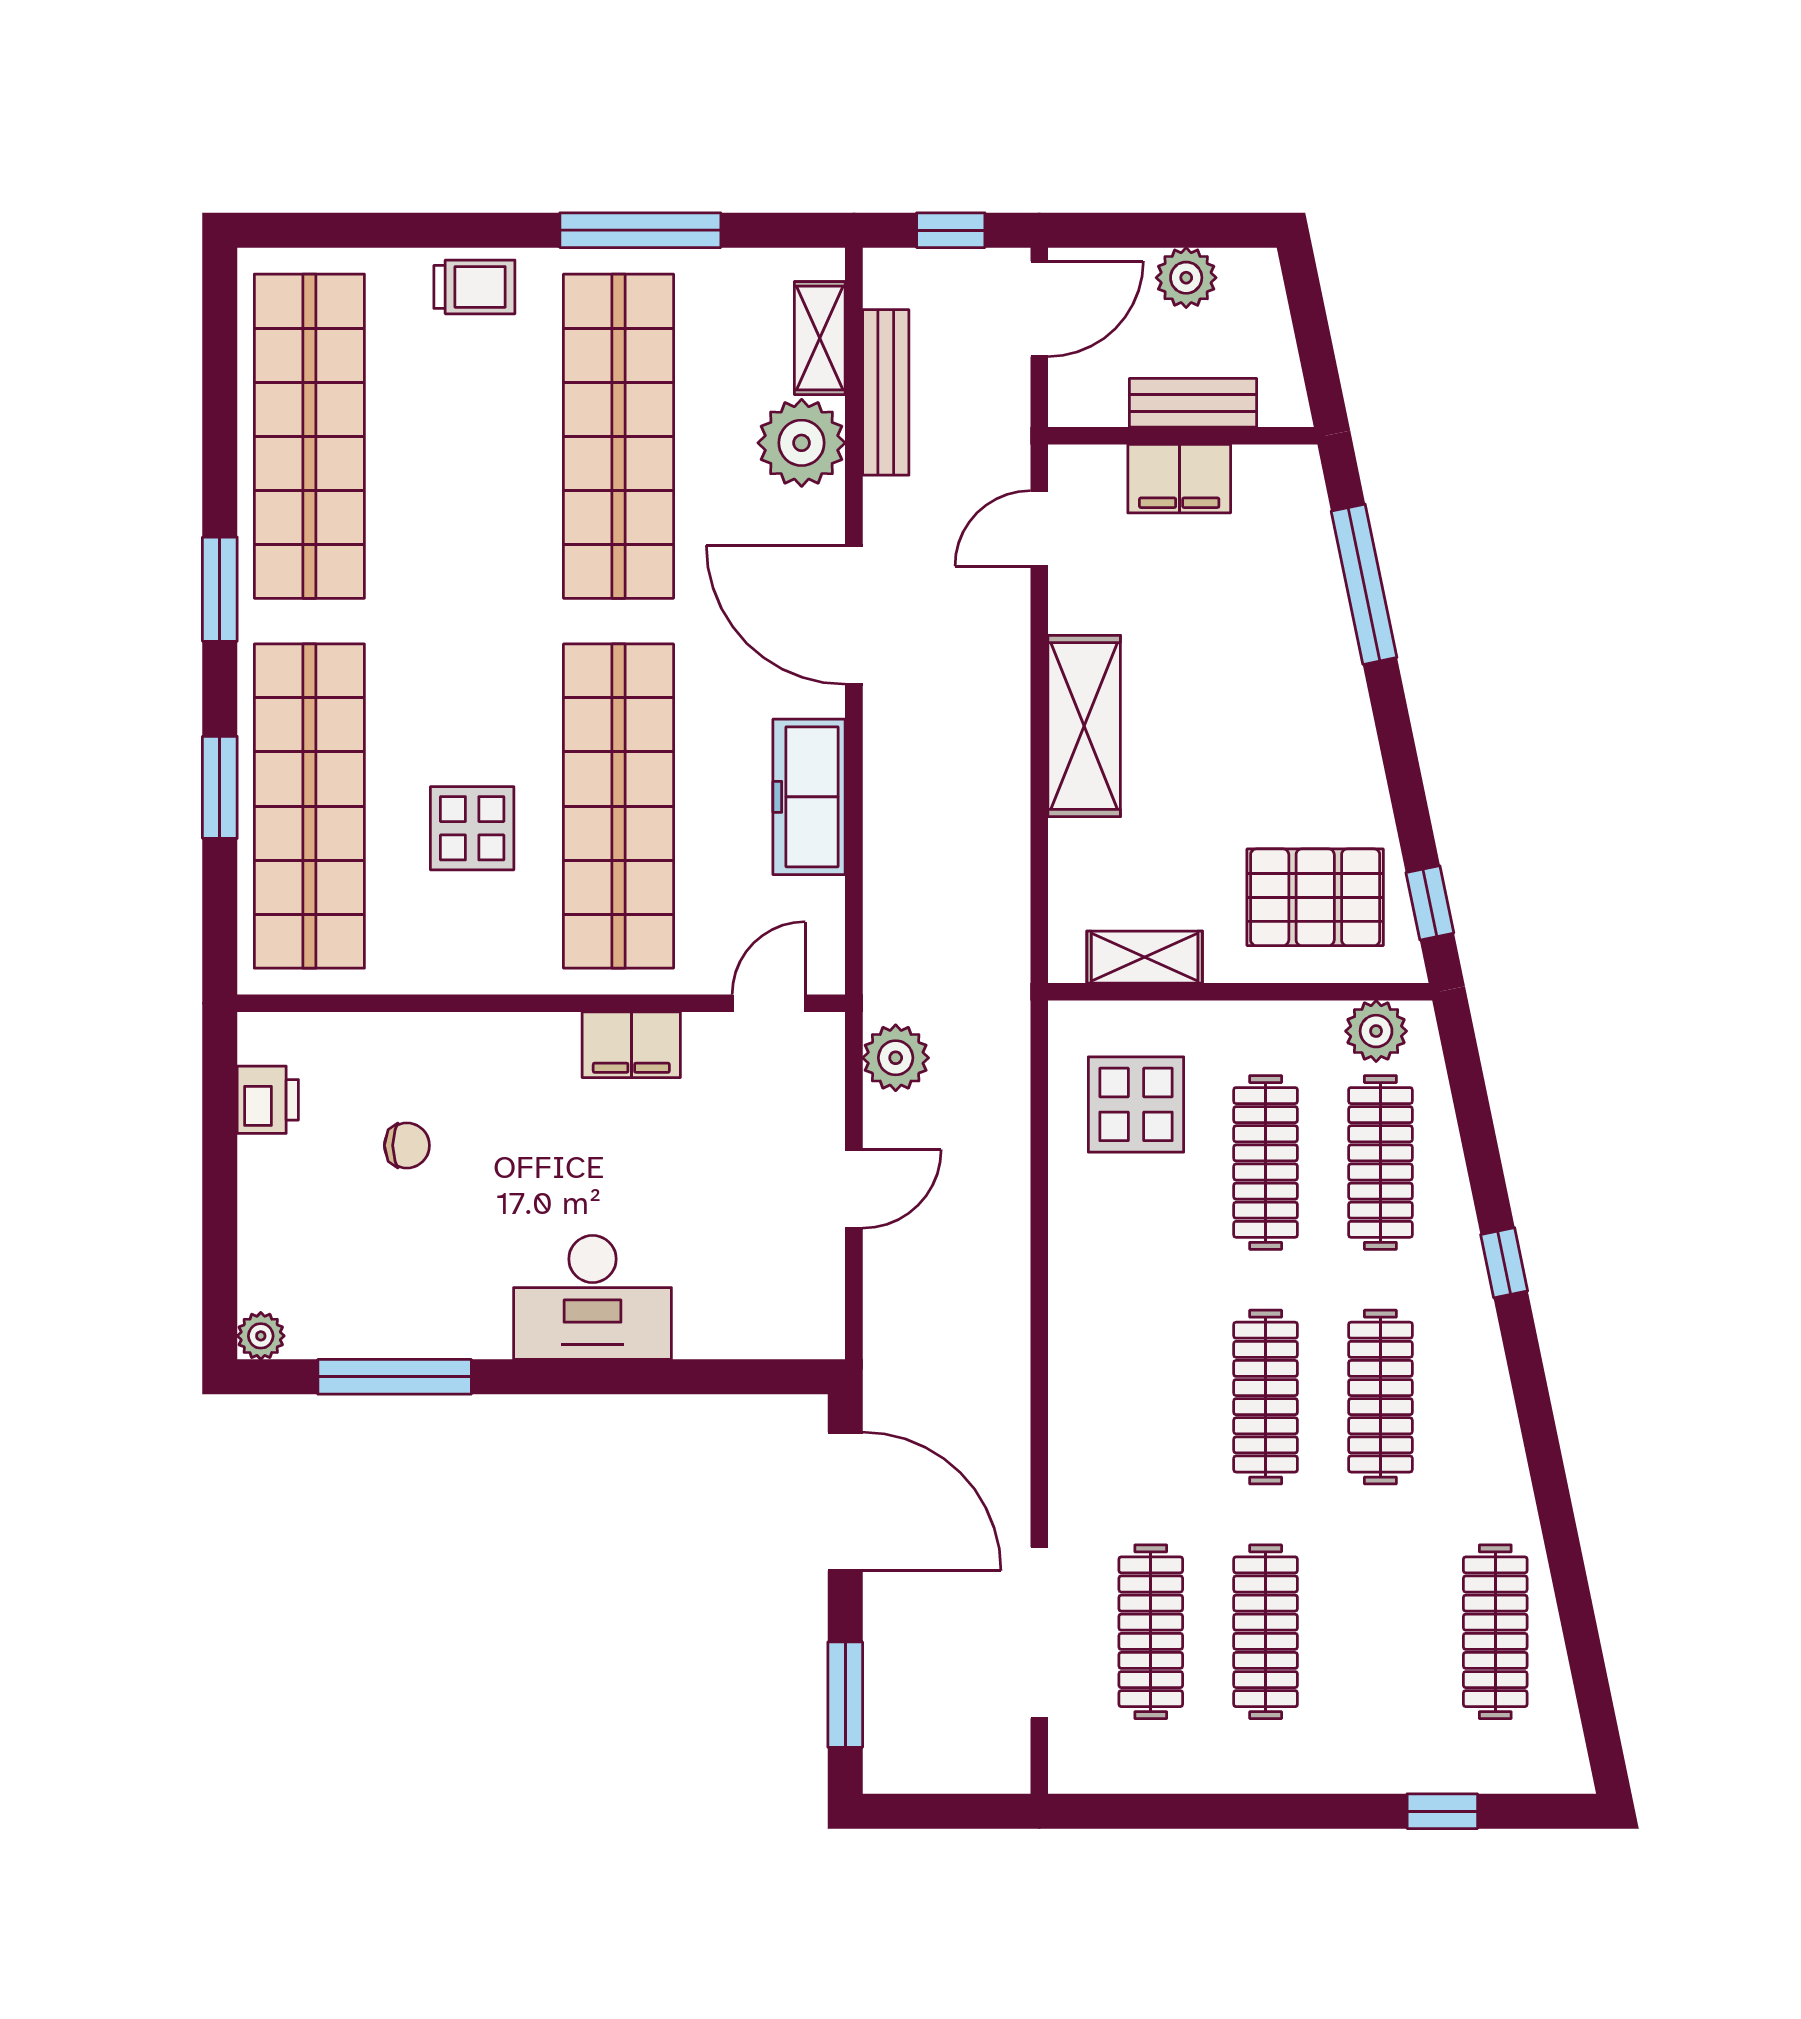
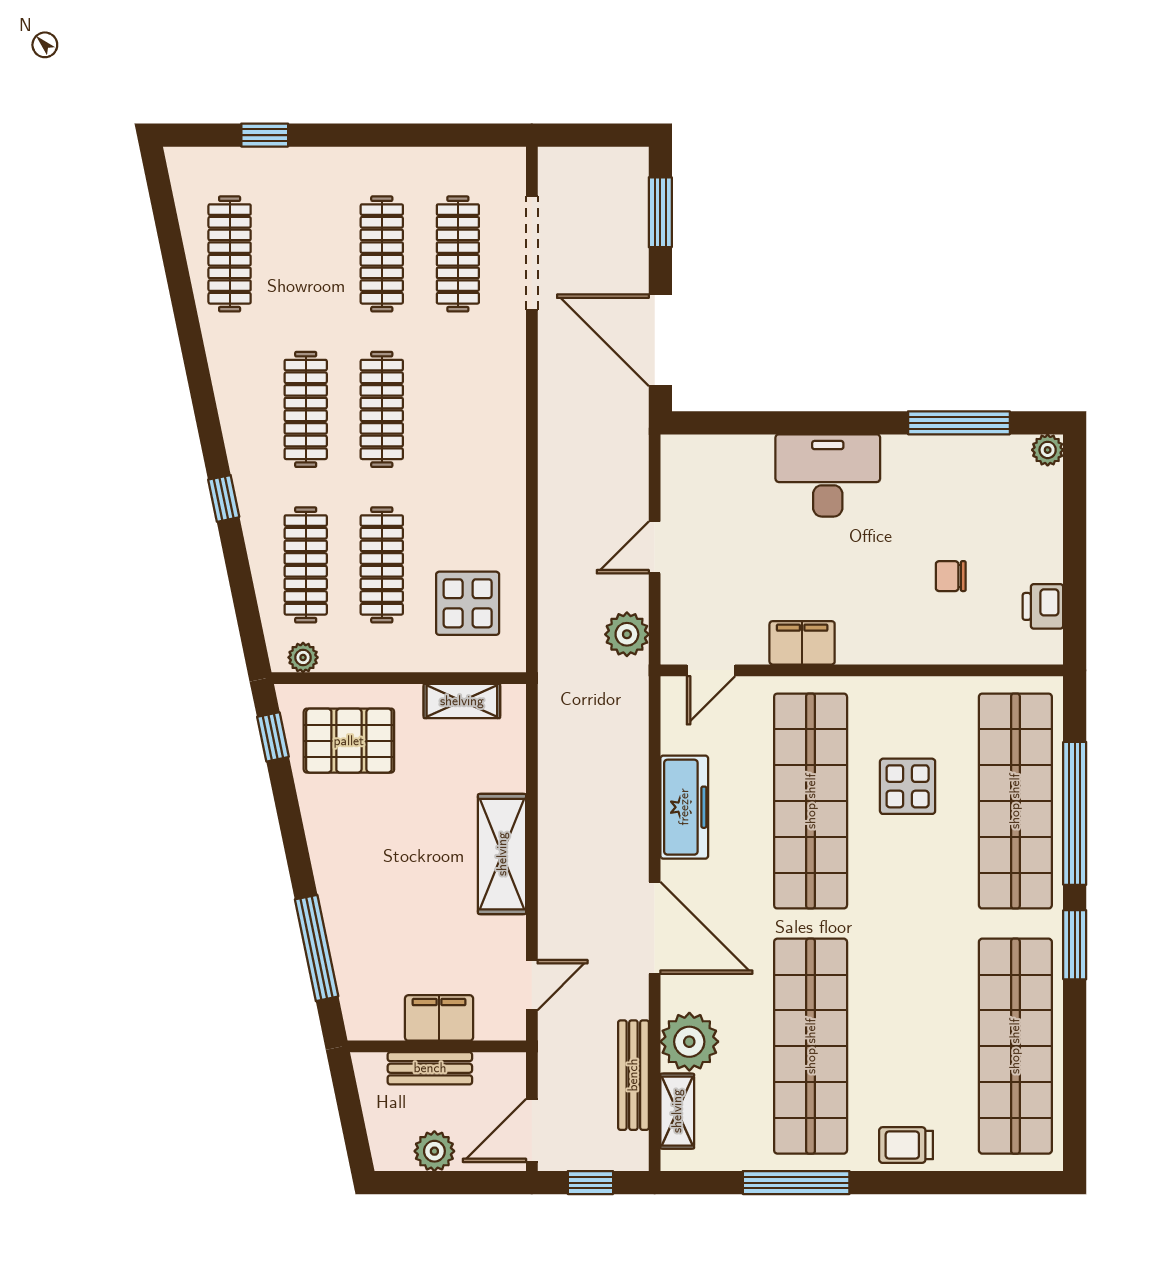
window: (220, 787) -> (1075, 813), width x2.11
plant: (1376, 1031) -> (303, 657), width x0.73, depth x0.73

